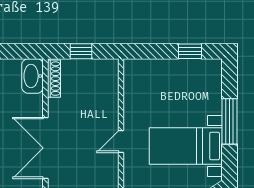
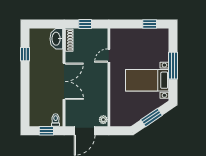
door: (121, 141) -> (109, 56), moved
double door: (45, 148) -> (64, 81), swing flipped

